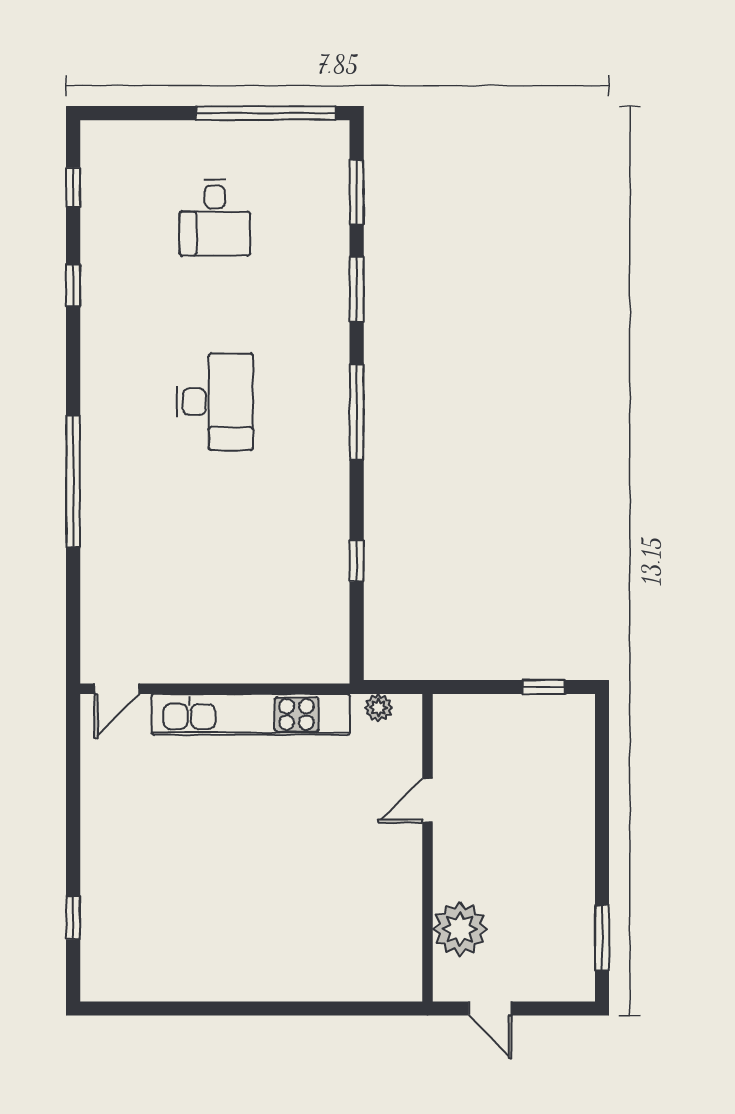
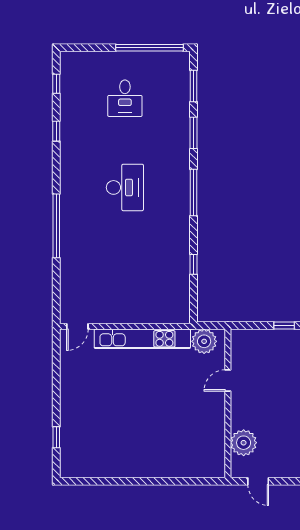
plant: (378, 708) -> (204, 341), width x1.88, depth x1.88

